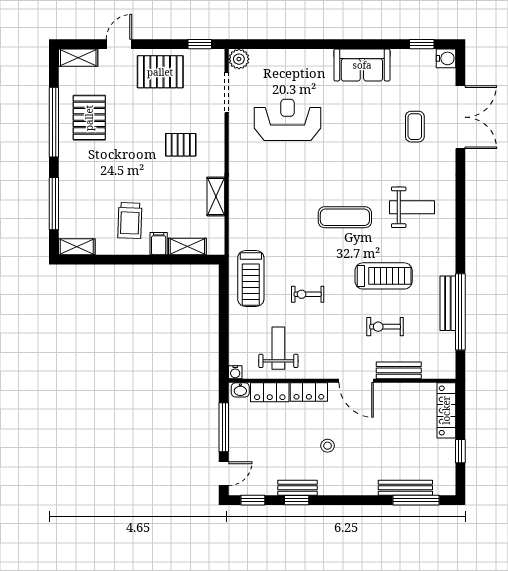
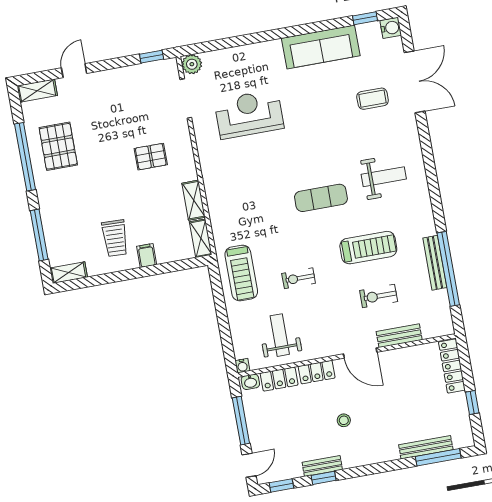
sofa: (362, 65) -> (321, 47), width x1.36
pallet: (160, 72) -> (118, 90), removed
coffee table: (415, 127) -> (373, 99), turned 90
shelving: (187, 246) -> (201, 238), moved, turned 90

